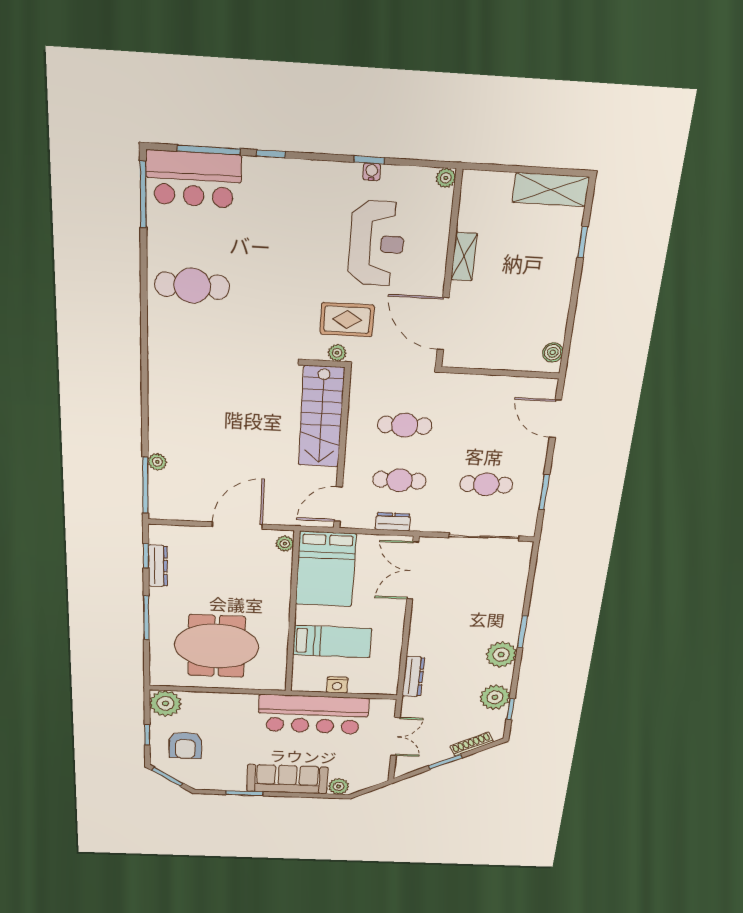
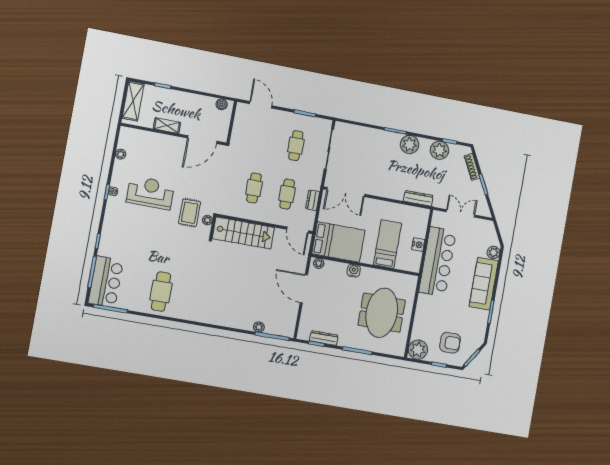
shelving: (464, 257) -> (167, 126), moved
wall: (449, 271) -> (174, 134), moved
door: (443, 324) -> (202, 140), moved
door: (555, 419) -> (261, 105), swing flipped
water cooler: (280, 597) -> (354, 271), added

